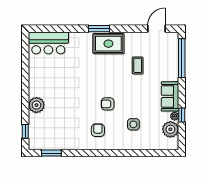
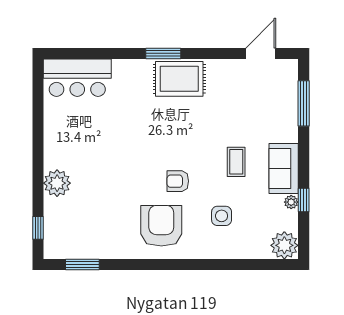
window: (182, 58) -> (304, 103), width x0.68
coffee table: (138, 65) -> (236, 162), moved
plant: (170, 129) -> (284, 245), moved
armchair: (98, 130) -> (161, 226), width x1.88, depth x1.88

